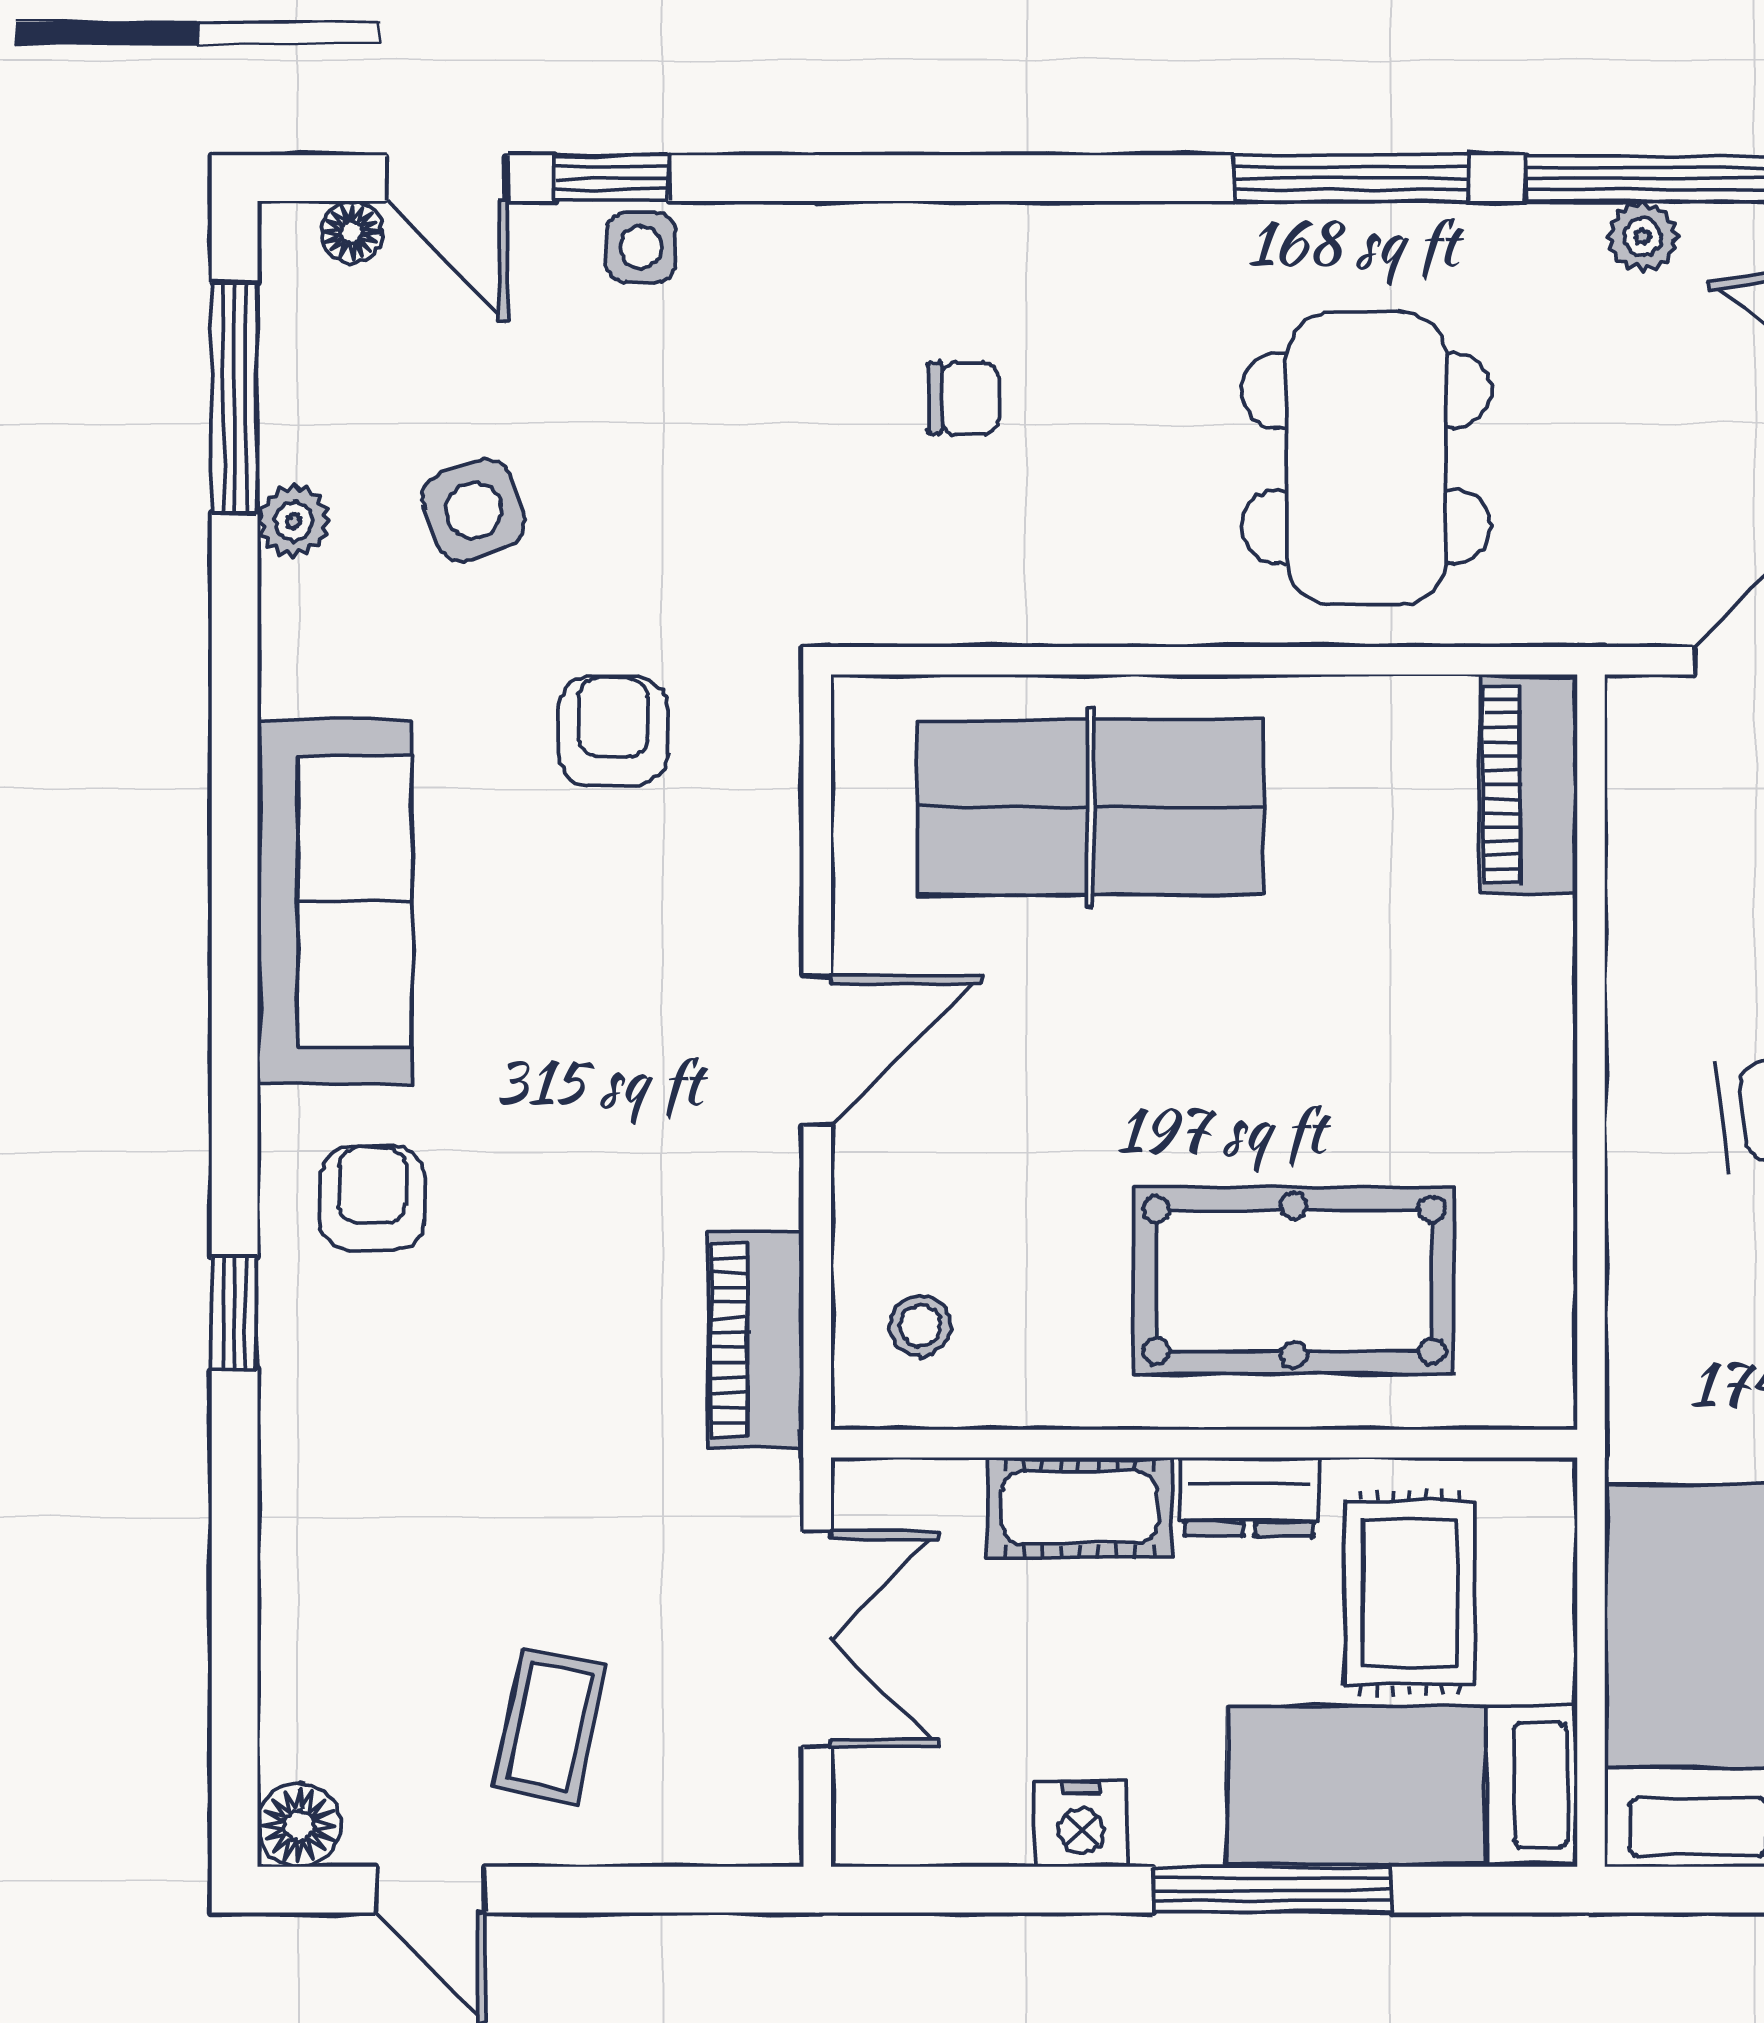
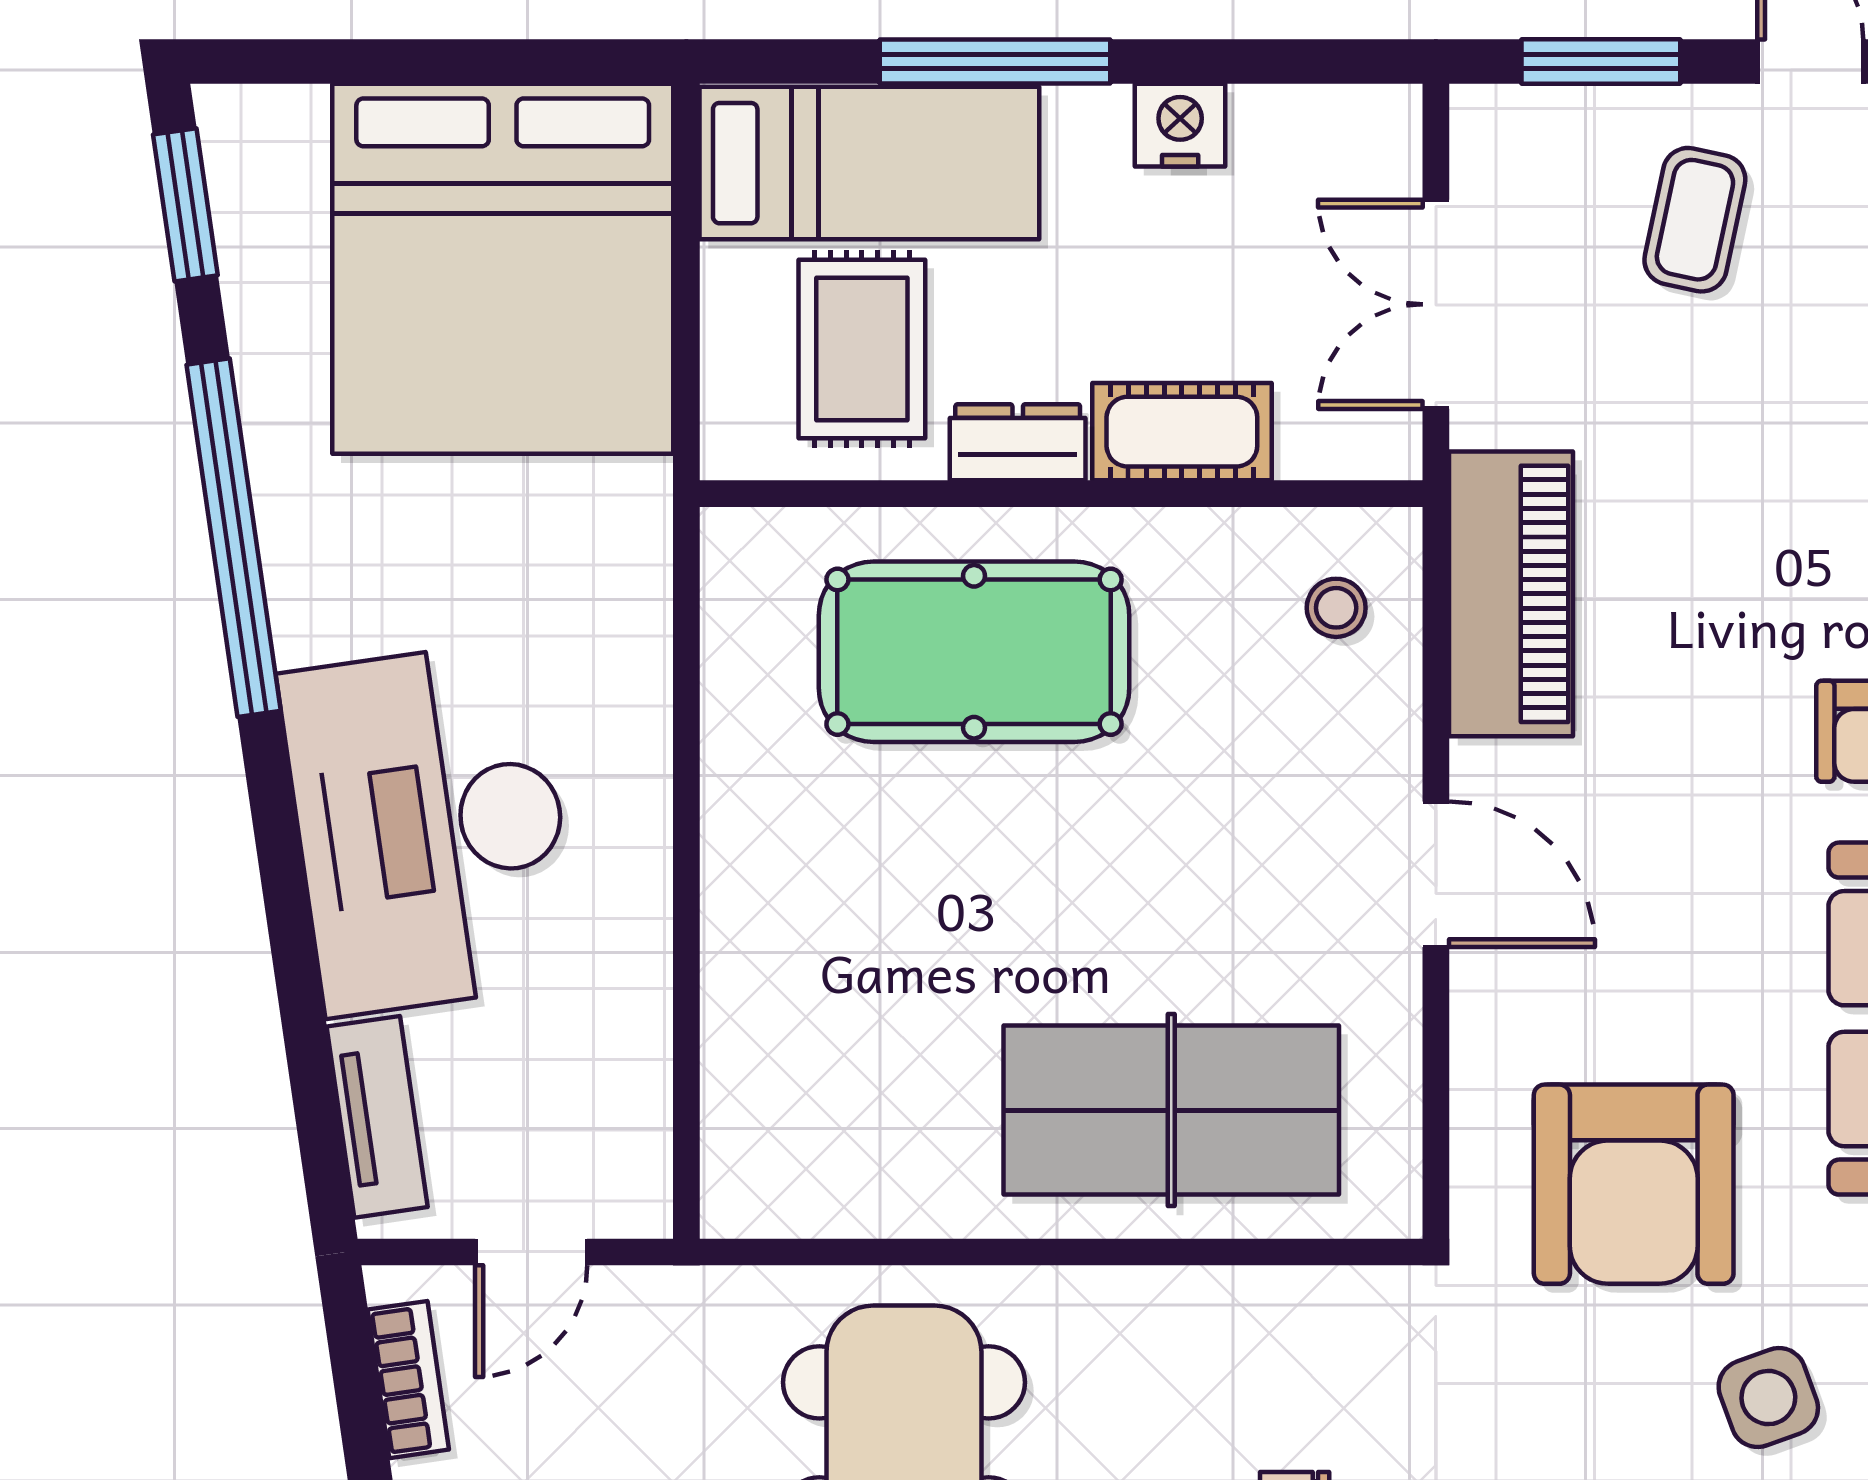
armchair: (613, 731) -> (1634, 1184), width x1.88, depth x1.88
piano: (1528, 784) -> (747, 1132), removed
door: (817, 1051) -> (1436, 874), swing flipped
piano: (755, 1340) -> (1511, 594), width x1.37, depth x1.33
window: (647, 1890) -> (1601, 61), added

